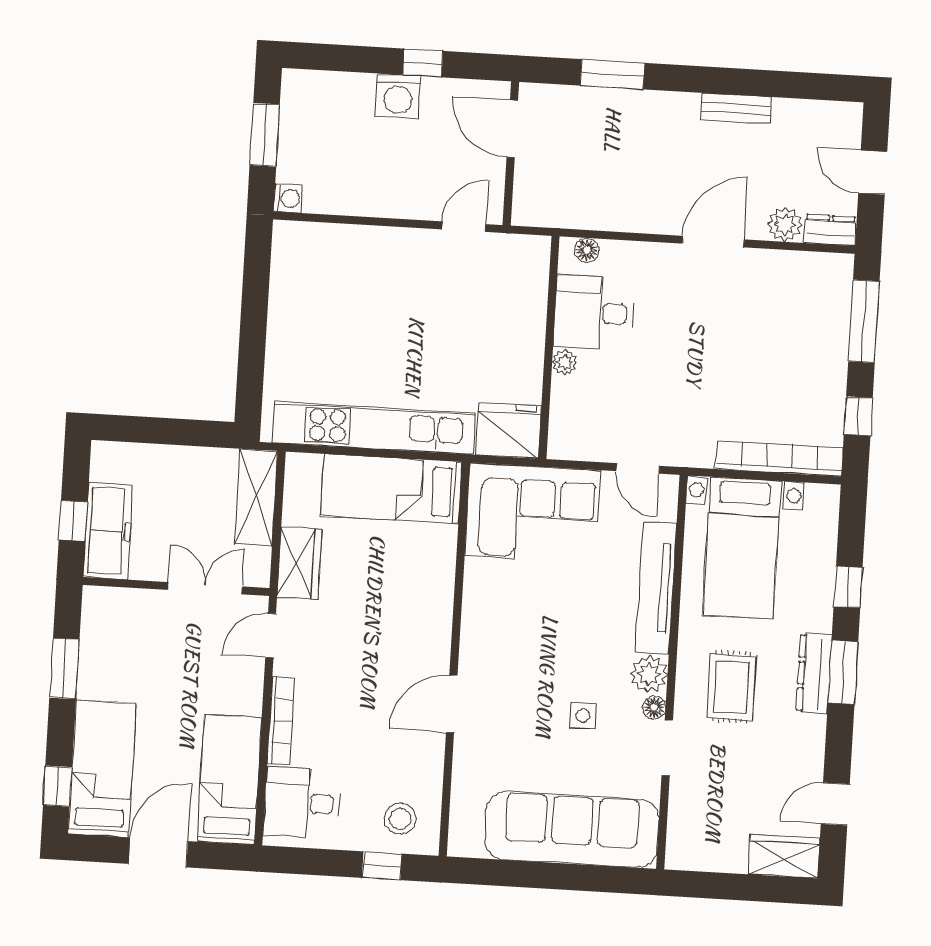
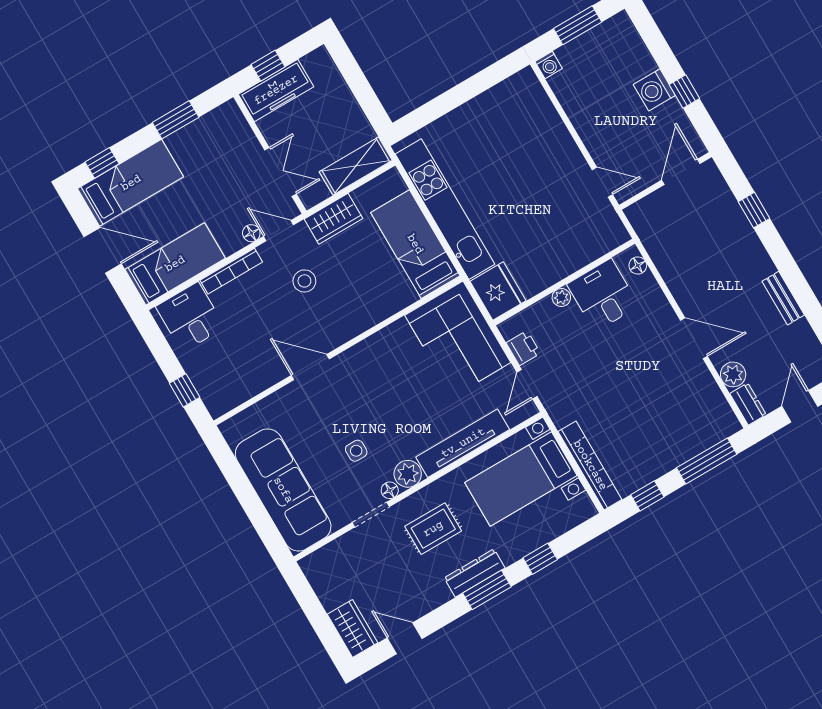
window: (612, 74) -> (754, 210), width x0.67
printer: (593, 445) -> (523, 348), added
floor lamp: (253, 669) -> (251, 233), added
stool: (400, 819) -> (304, 281), moved

